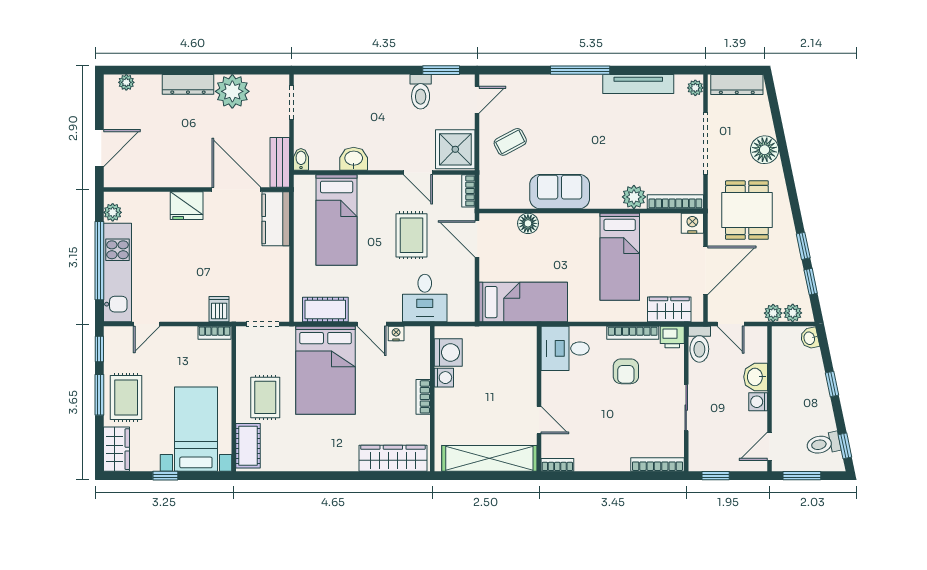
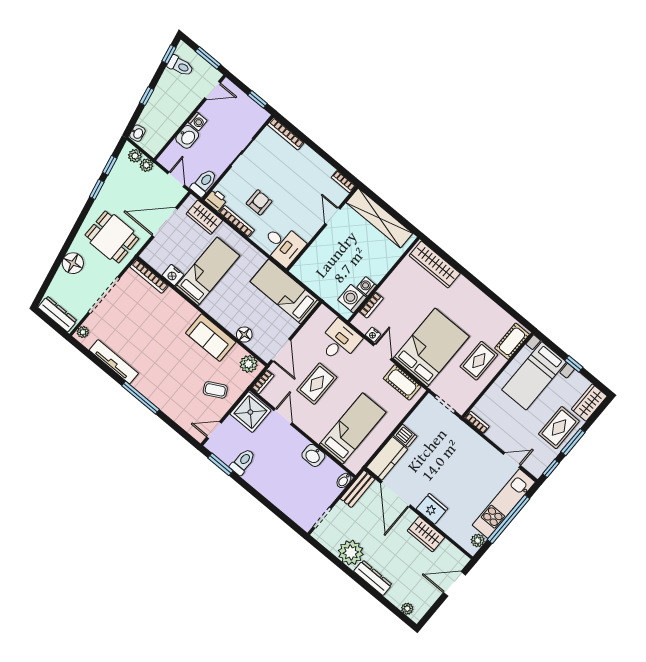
wardrobe: (171, 175) -> (426, 534), added
plant: (634, 197) -> (249, 364), moved
dining table: (747, 210) -> (112, 237), turned 90
nightstand: (692, 223) -> (173, 275), moved
dishwasher: (219, 309) -> (405, 436), moved, turned -90
bookcase: (423, 397) -> (371, 305), moved

